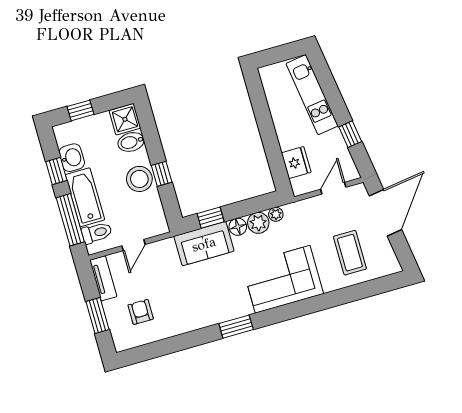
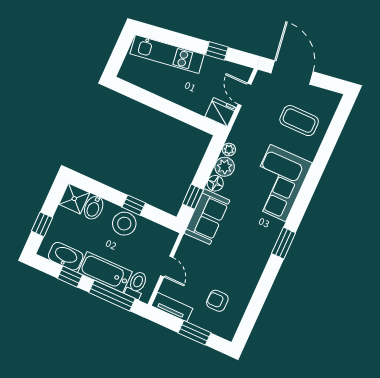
washbasin: (72, 158) -> (66, 256), width x1.38
fridge: (296, 163) -> (221, 112), moved

